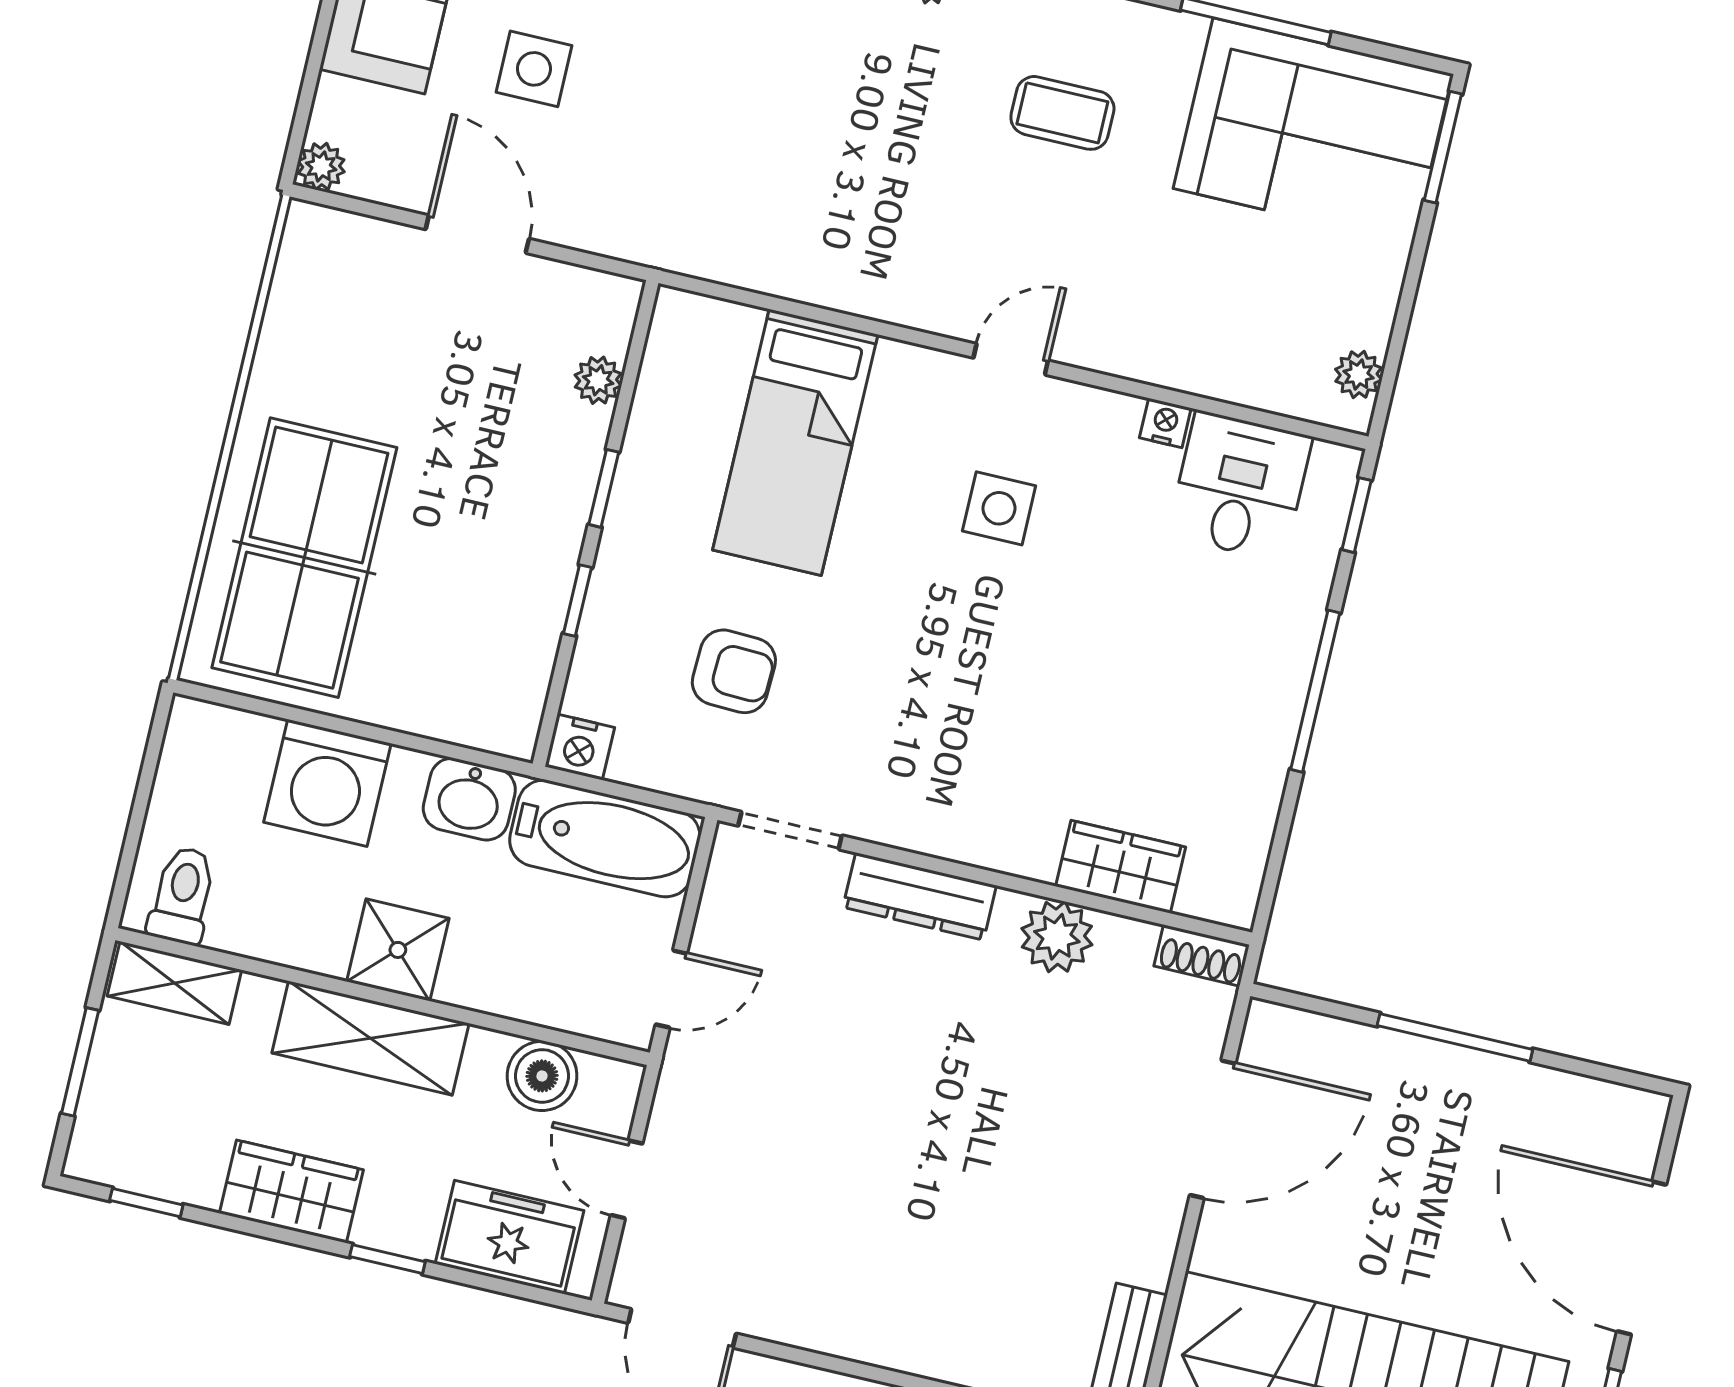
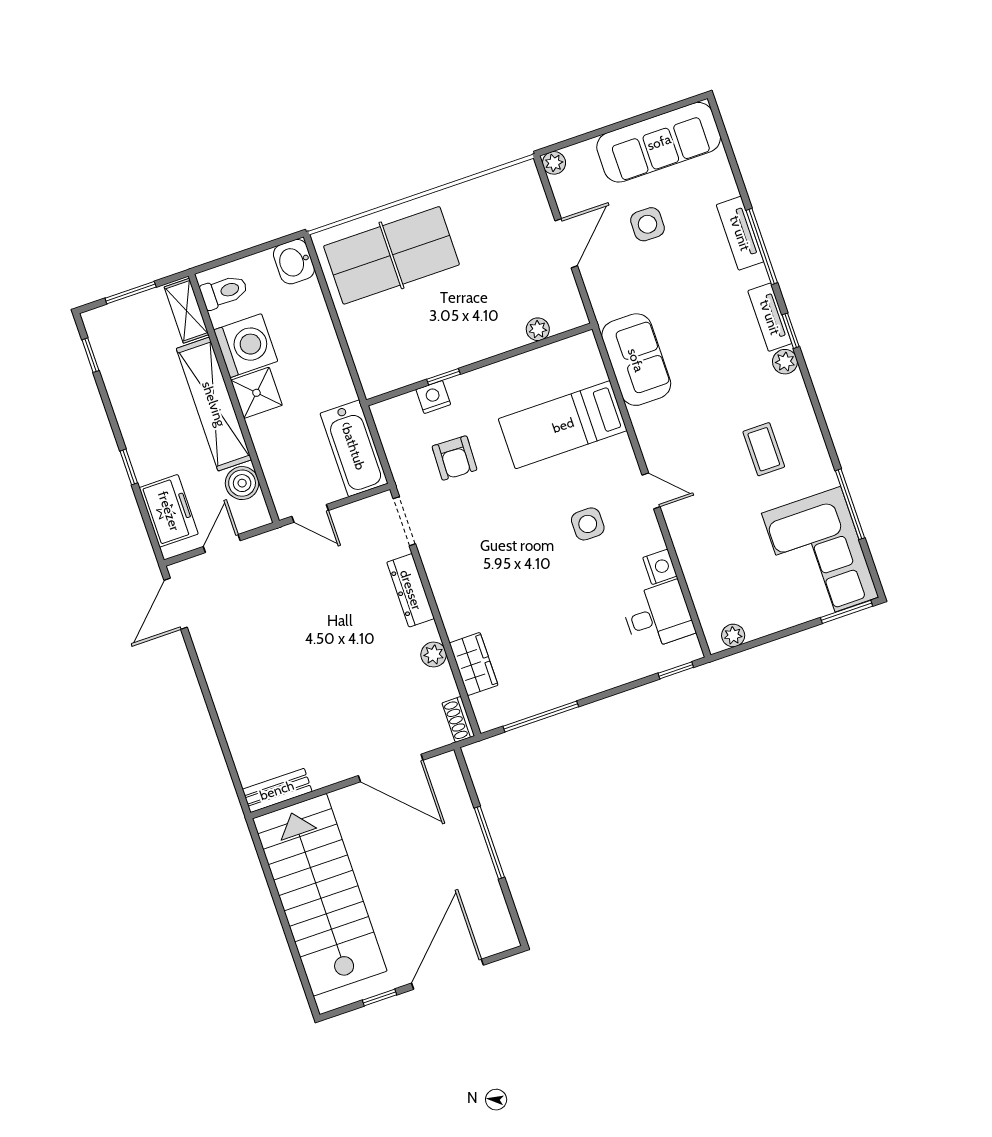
sofa: (761, 239) -> (636, 360), added
nightstand: (1165, 423) -> (660, 567), width x1.39, depth x1.35
window: (604, 488) -> (495, 359), removed
window: (1315, 691) -> (541, 717), moved
nightstand: (580, 747) -> (433, 397), moved, turned 90
washing machine: (327, 783) -> (246, 346), moved, turned 180
washbasin: (469, 799) -> (294, 262), moved
plant: (1057, 937) -> (434, 655), width x0.73, depth x0.73
shelving: (370, 1038) -> (214, 404), width x1.47
wardrobe: (291, 1191) -> (132, 411), removed

